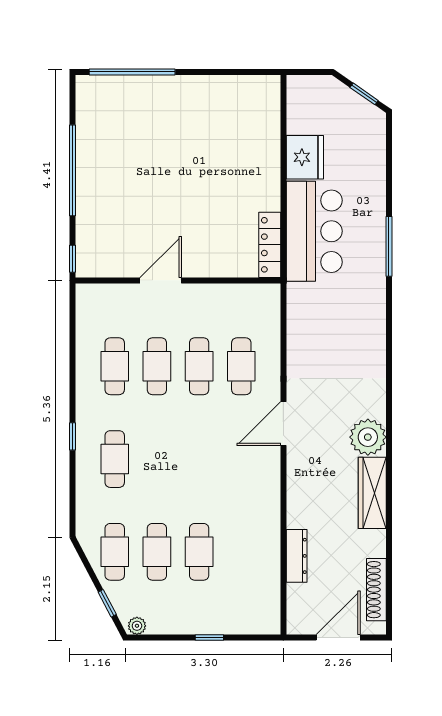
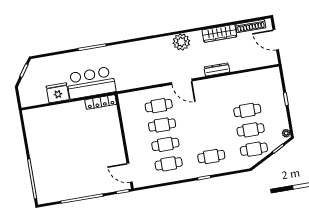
door: (161, 280) -> (130, 173), moved
wardrobe: (372, 493) -> (219, 33), moved
dresser: (297, 556) -> (217, 69), moved

